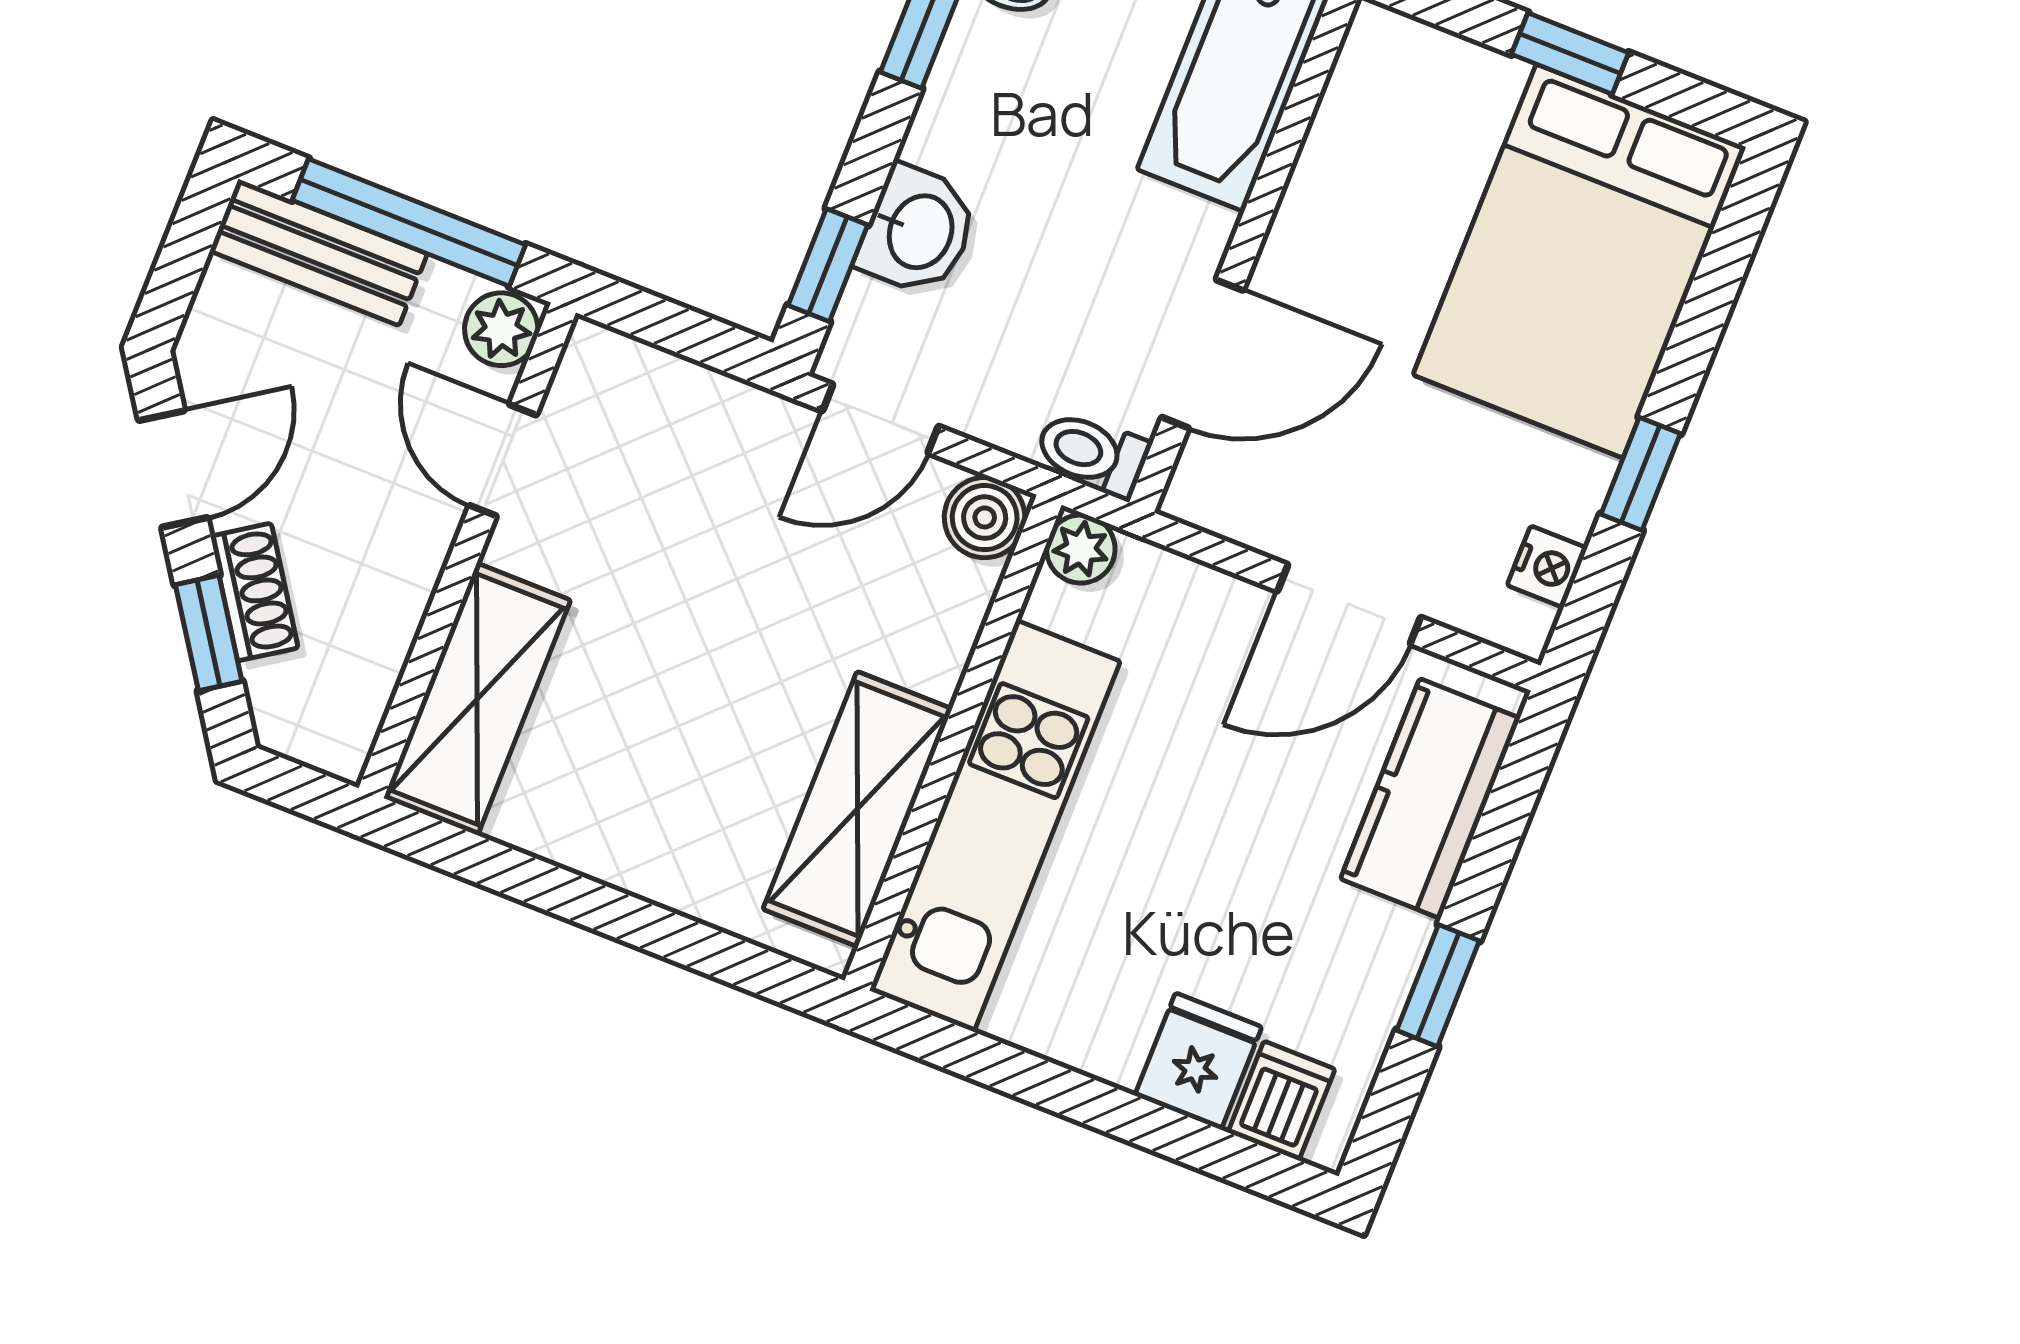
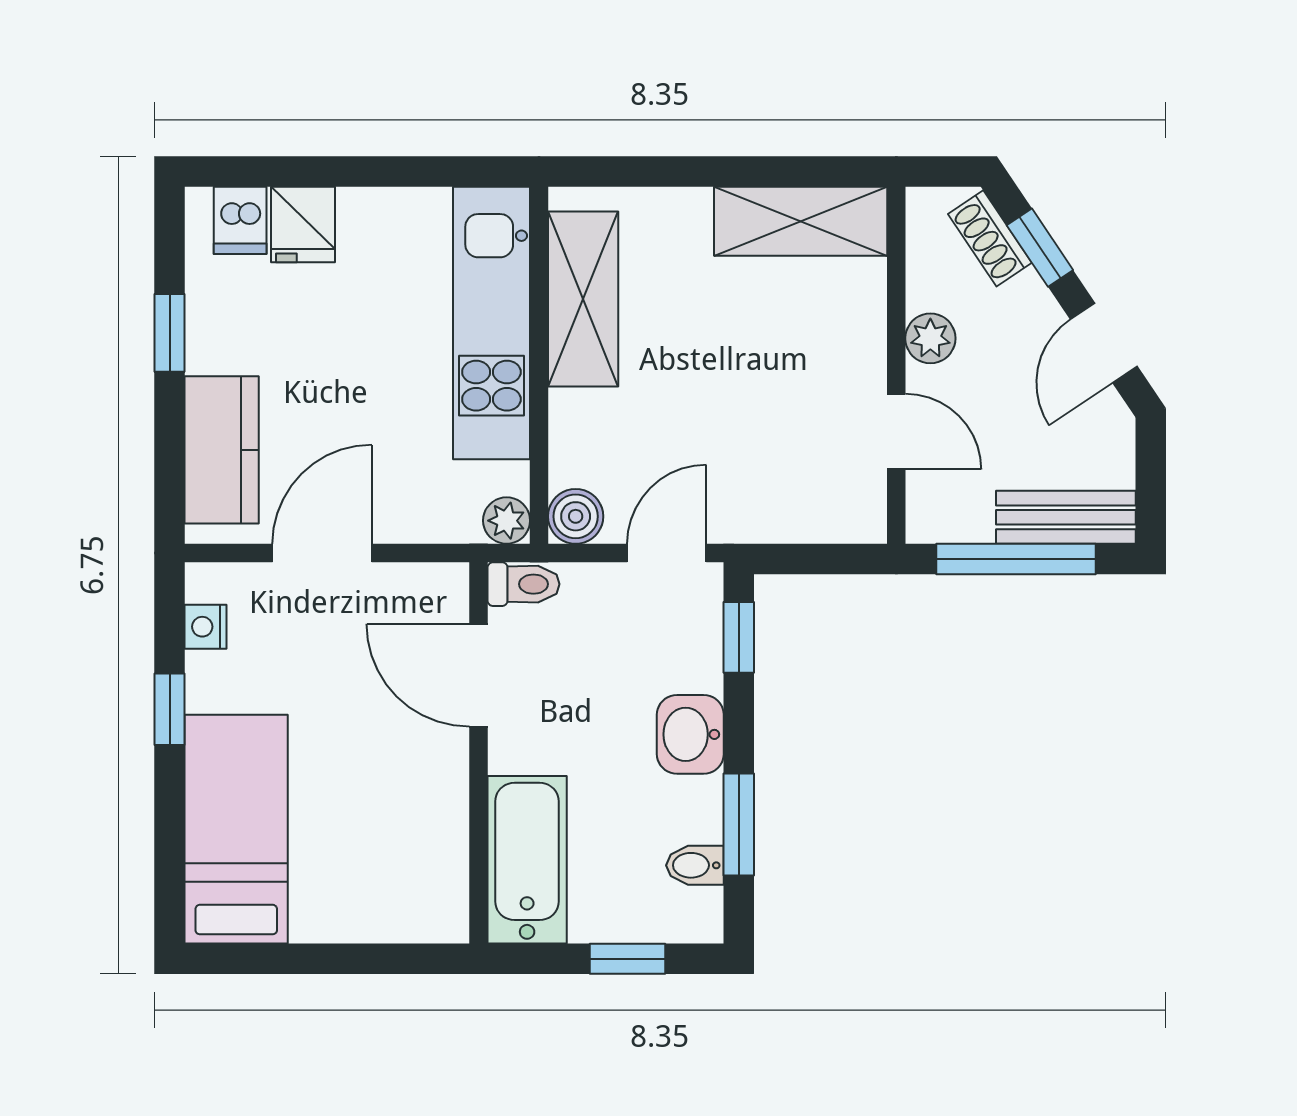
window: (1570, 53) -> (320, 959), removed
washbasin: (918, 231) -> (690, 734), moved
bed: (1580, 261) -> (236, 829), width x0.67
plant: (501, 329) -> (930, 338), moved
door: (1202, 354) -> (478, 675), hinge flipped
shoe rack: (254, 592) -> (990, 238), moved
shelving: (477, 699) -> (801, 221), moved, turned 90

